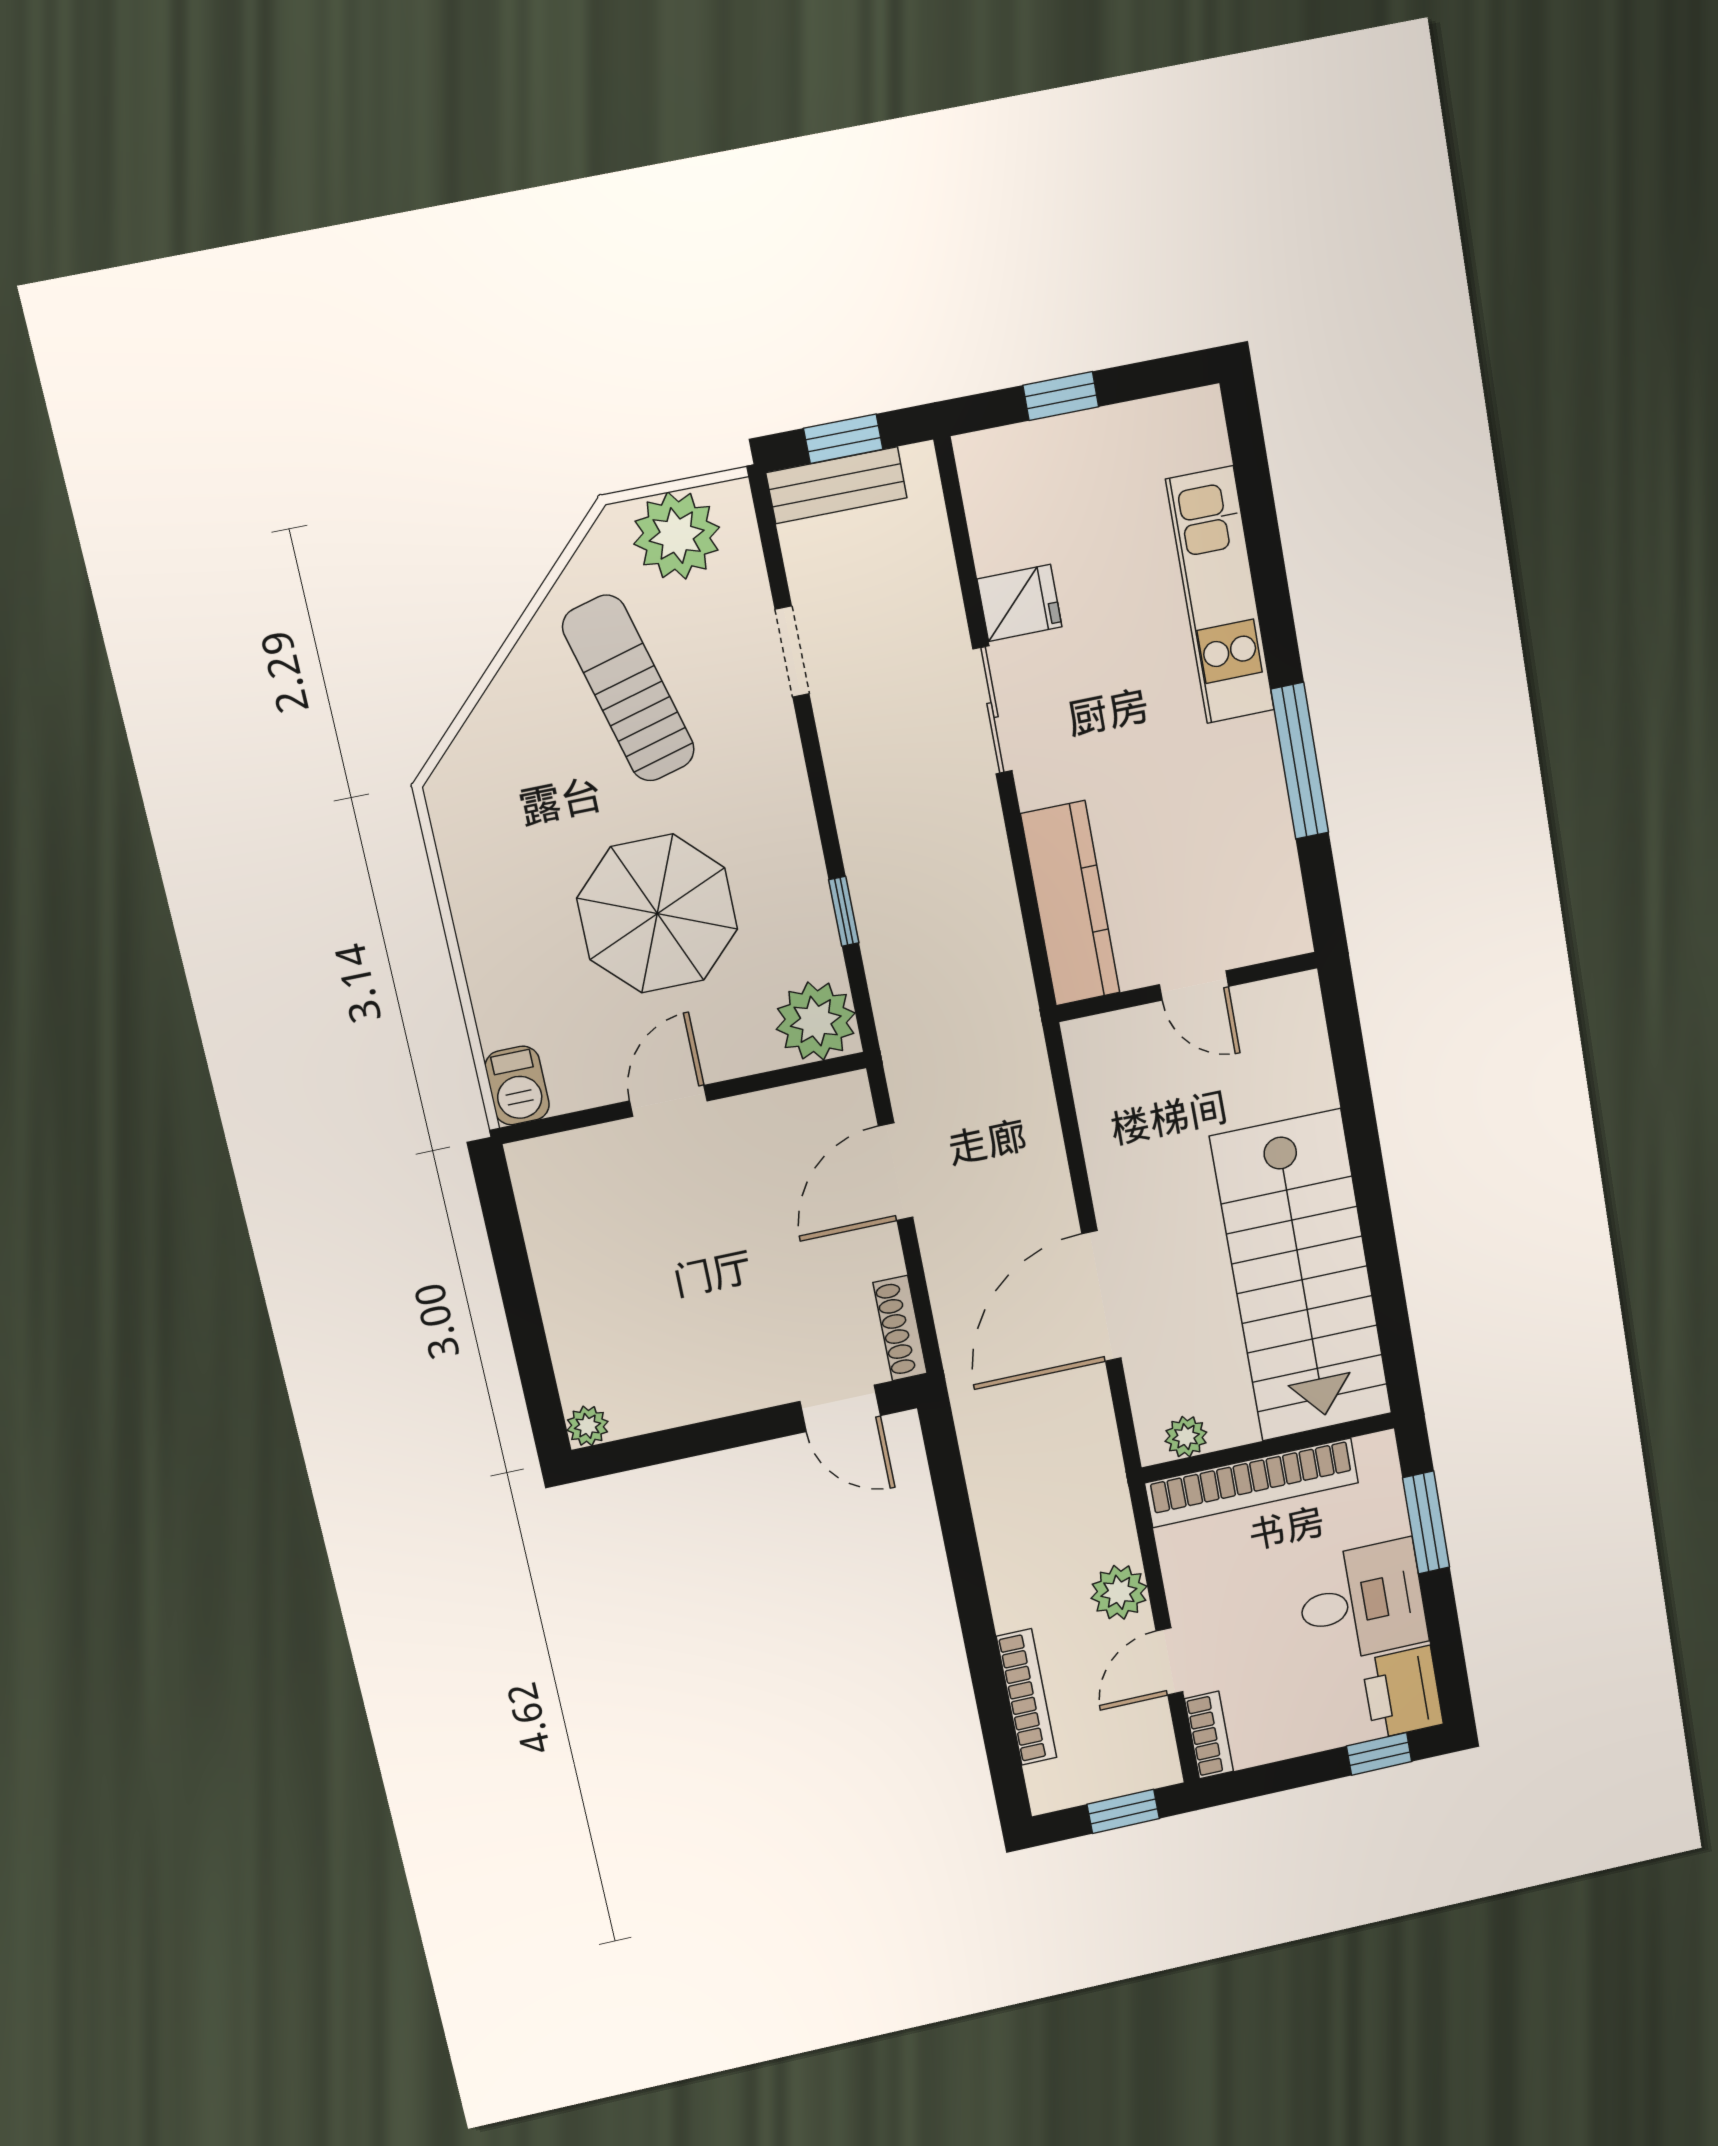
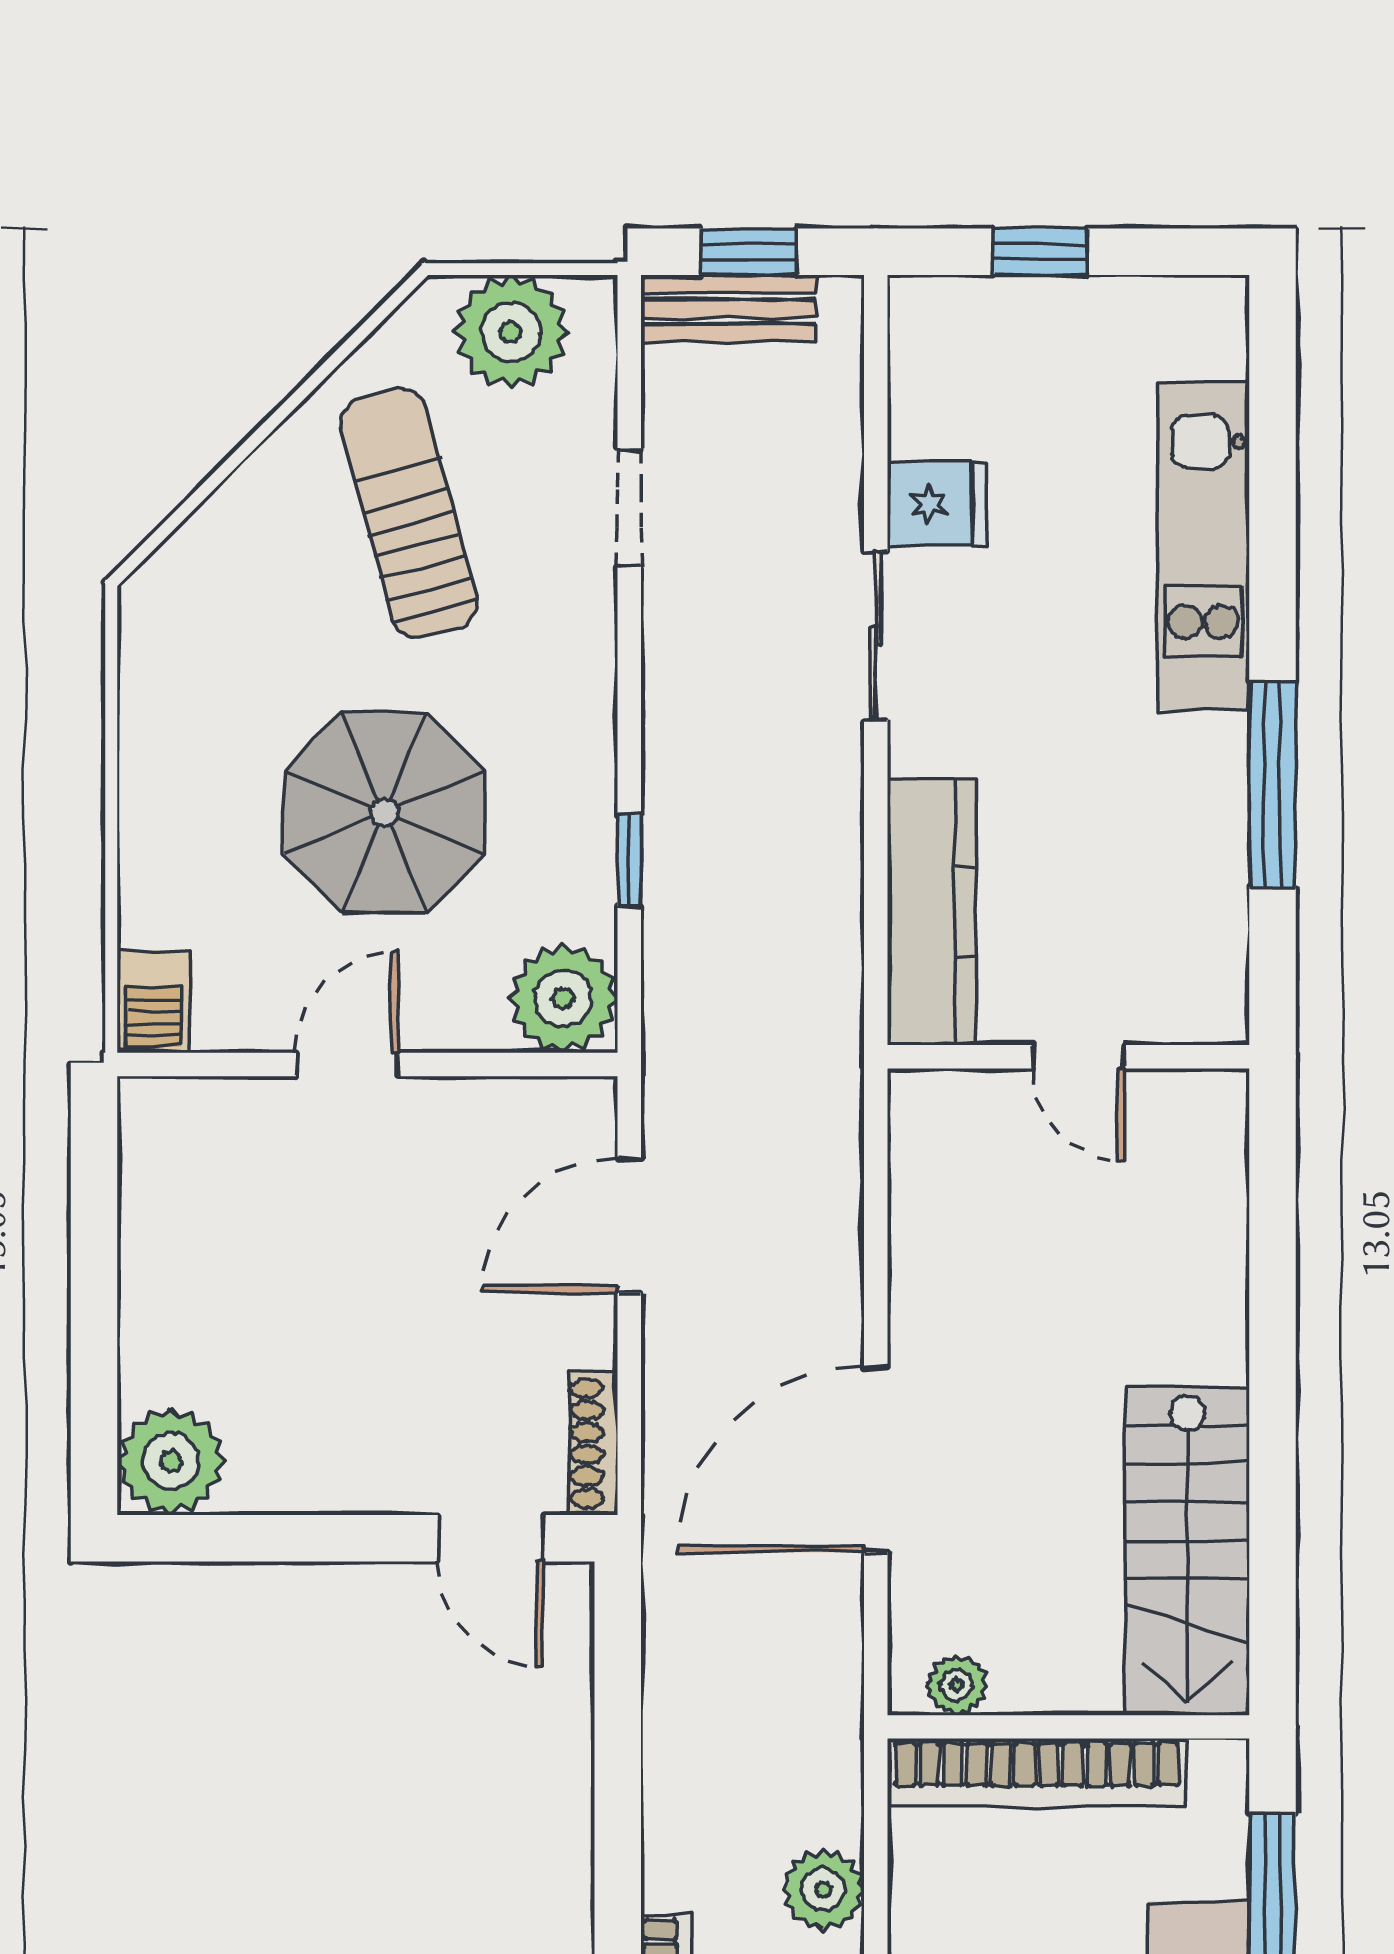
stairs: (1301, 1276) -> (1187, 1551), width x0.73, depth x0.66
plant: (588, 1426) -> (171, 1461), width x1.88, depth x1.88

